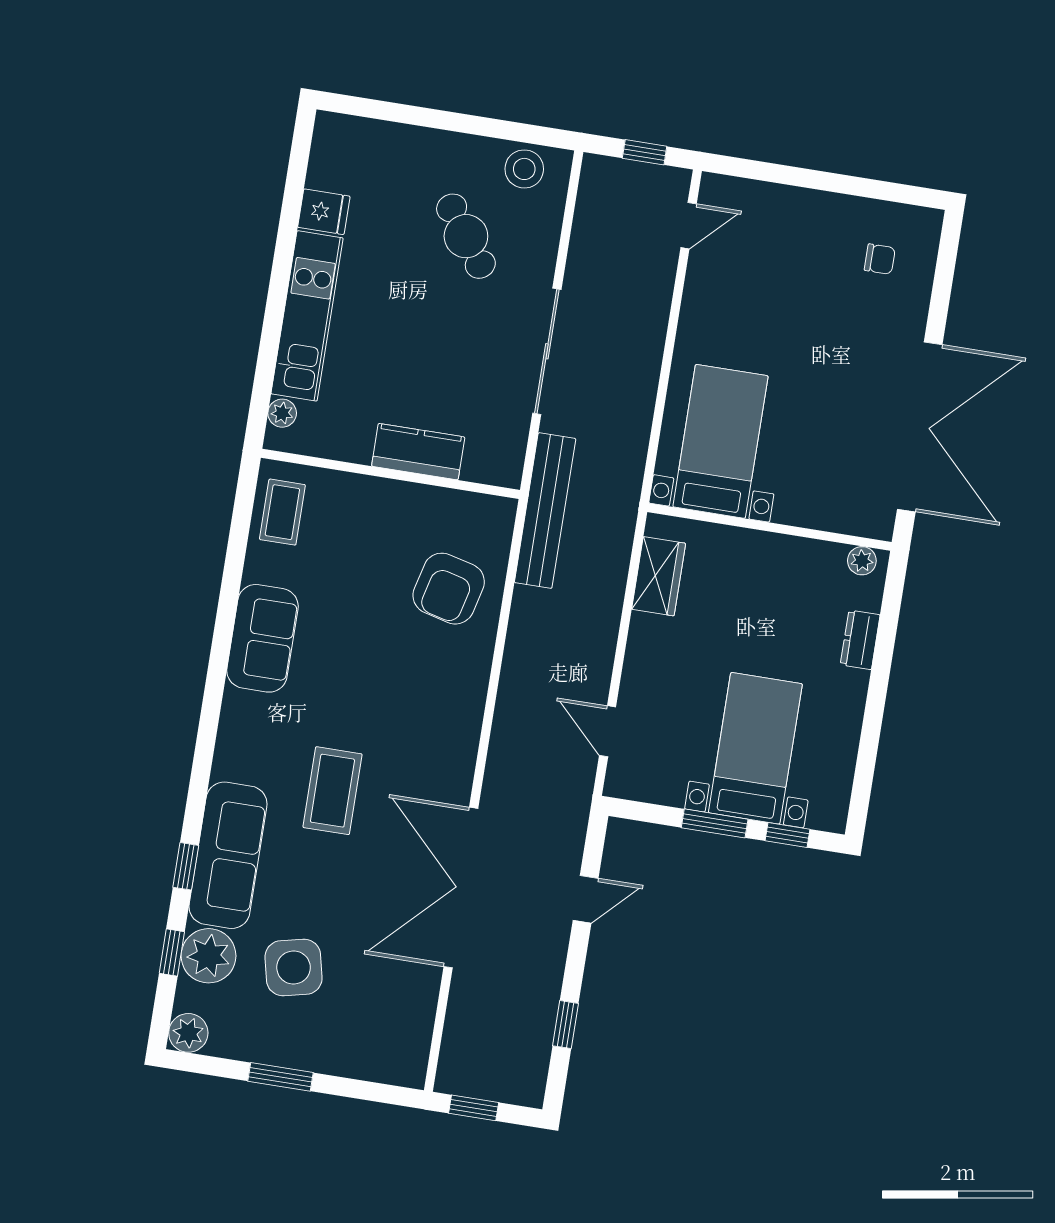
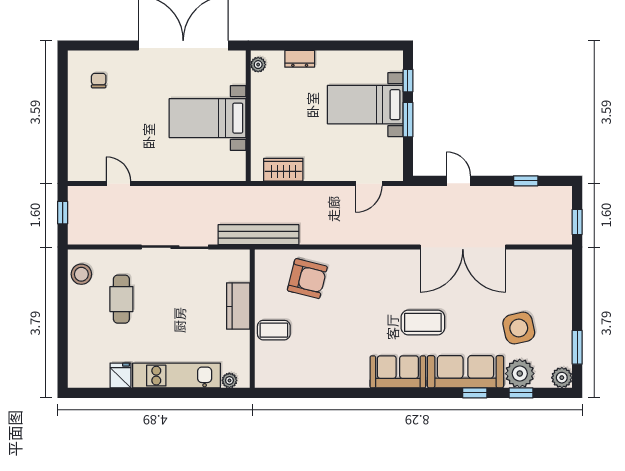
door: (689, 226) -> (119, 183), moved
cafe table: (466, 236) -> (121, 299), turned -54
bed with nightstands: (720, 441) -> (207, 118), moved
coffee table: (282, 512) -> (274, 330), moved
sofa: (262, 638) -> (398, 372), moved
window: (280, 1077) -> (577, 347), moved

